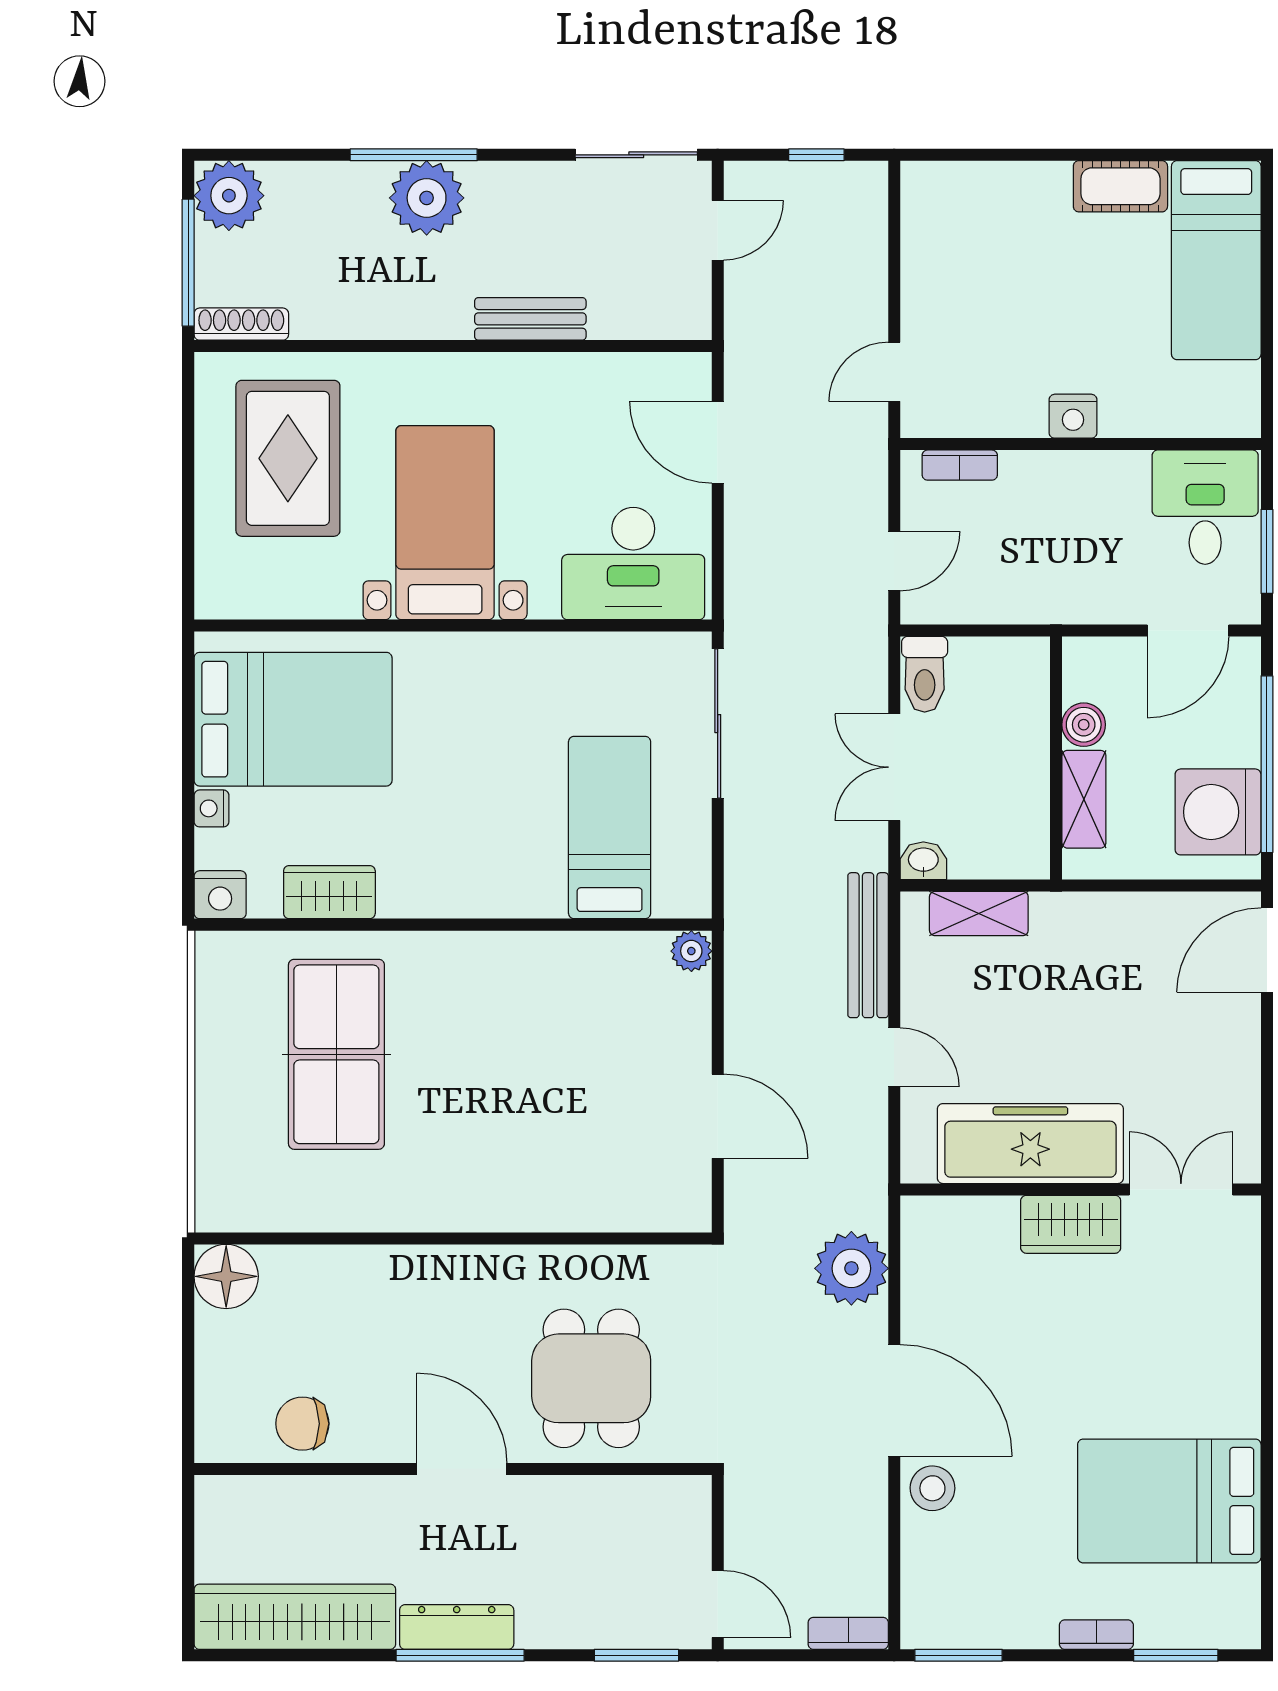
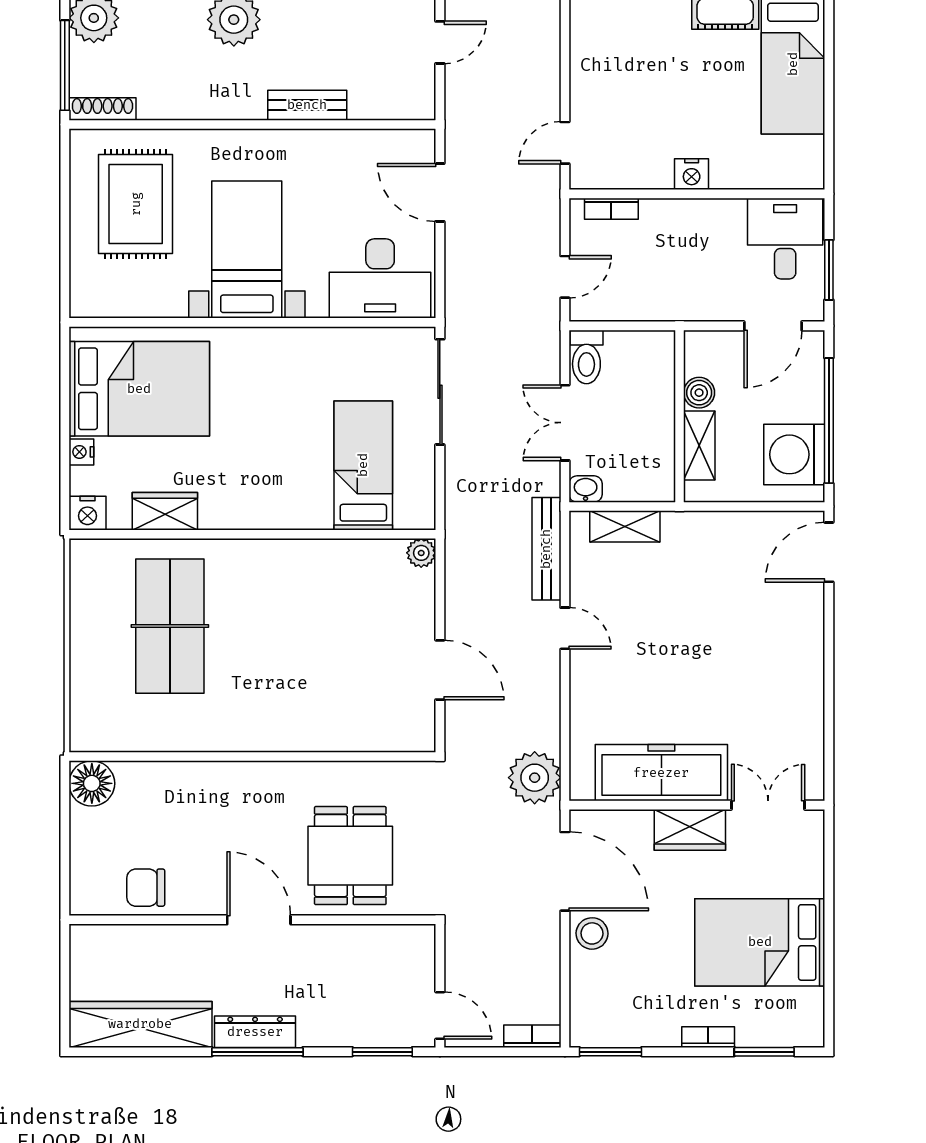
freezer: (1030, 1144) -> (661, 773), moved
wall: (1081, 1189) -> (697, 805), moved
double door: (1181, 1189) -> (768, 805), moved
wardrobe: (1071, 1224) -> (690, 830), moved

